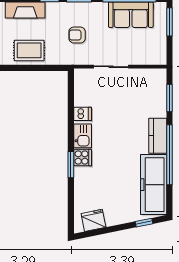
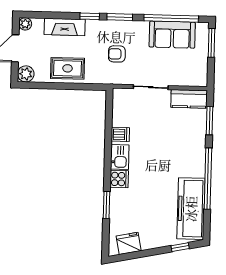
kitchen counter: (158, 136) -> (189, 99), moved, turned -90
window: (71, 165) -> (106, 205), moved

